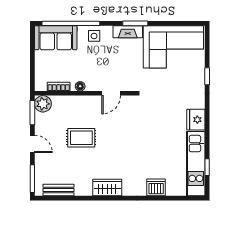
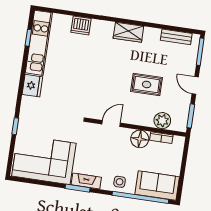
floor lamp: (80, 86) -> (140, 139), width x1.89, depth x1.89
plant: (43, 104) -> (162, 121), moved

